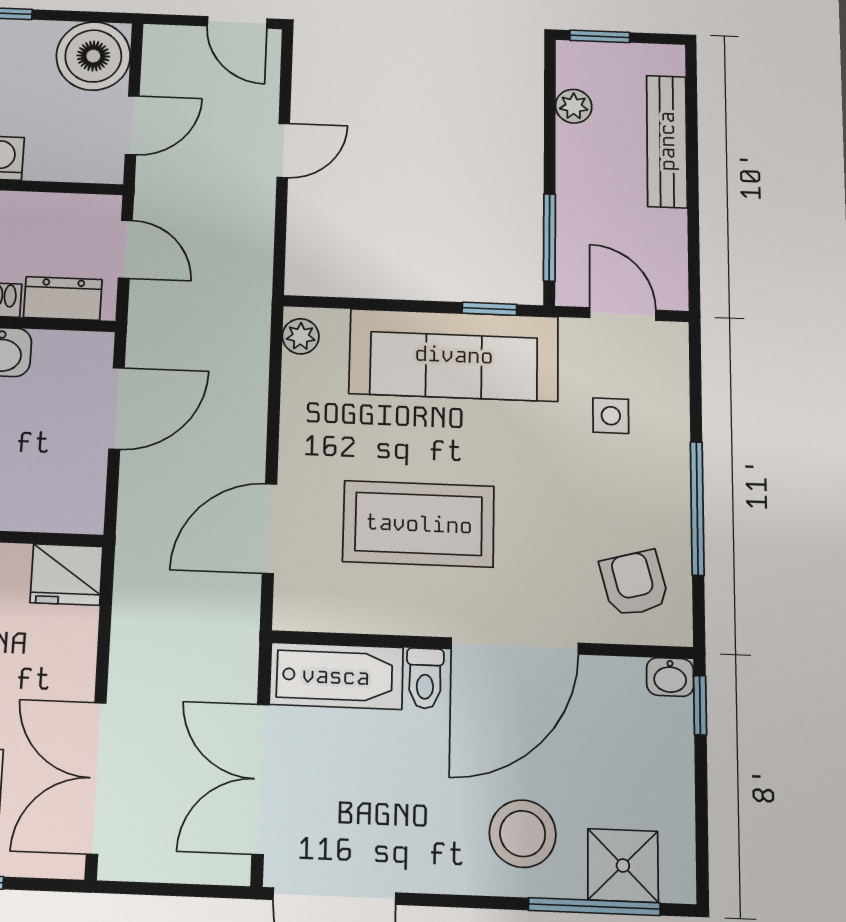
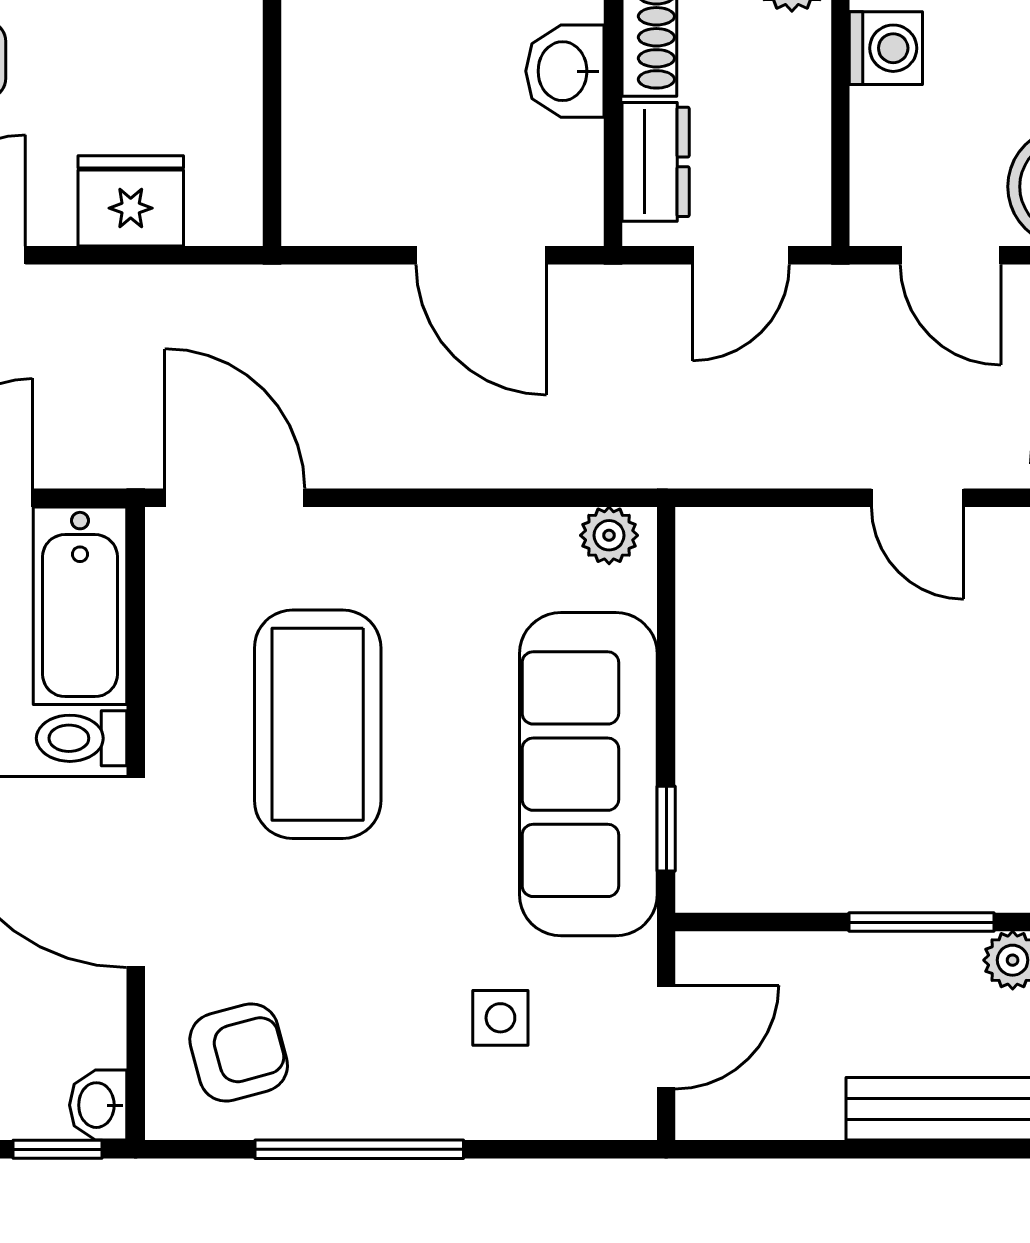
window: (549, 237) -> (922, 922), moved
door: (270, 529) -> (235, 498), moved
fridge: (67, 575) -> (131, 201), moved, turned 90

